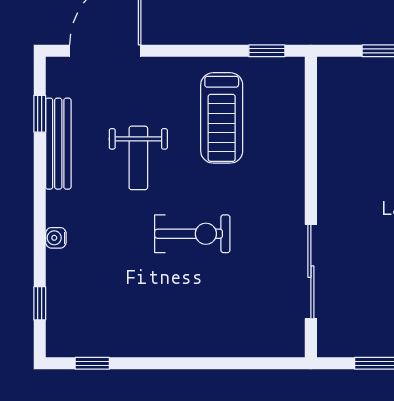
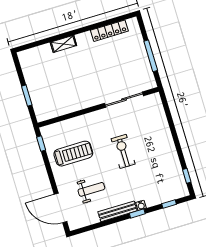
window: (40, 114) -> (137, 214), moved
bench: (58, 144) -> (118, 211), moved
weight bench: (138, 158) -> (91, 189), moved

